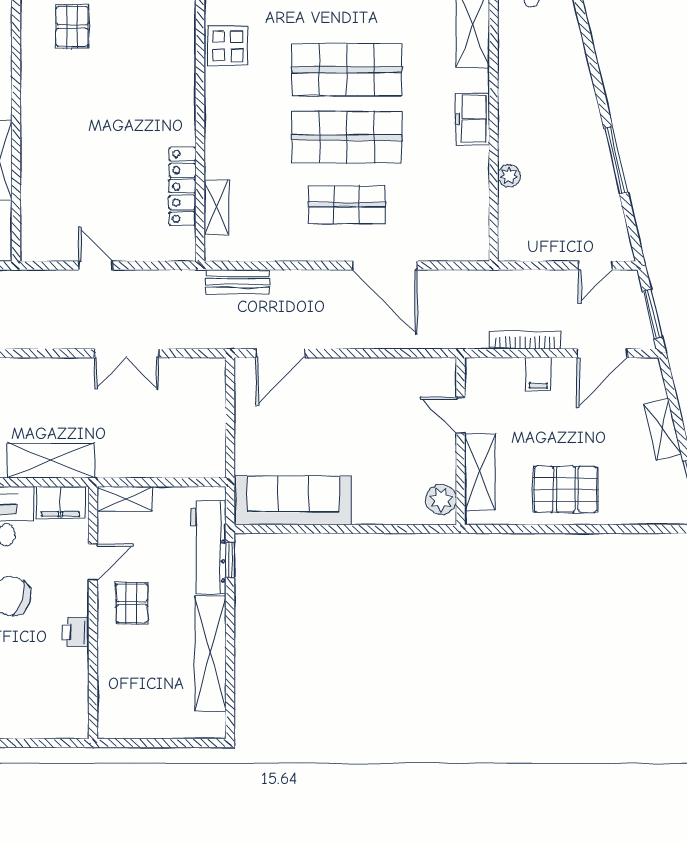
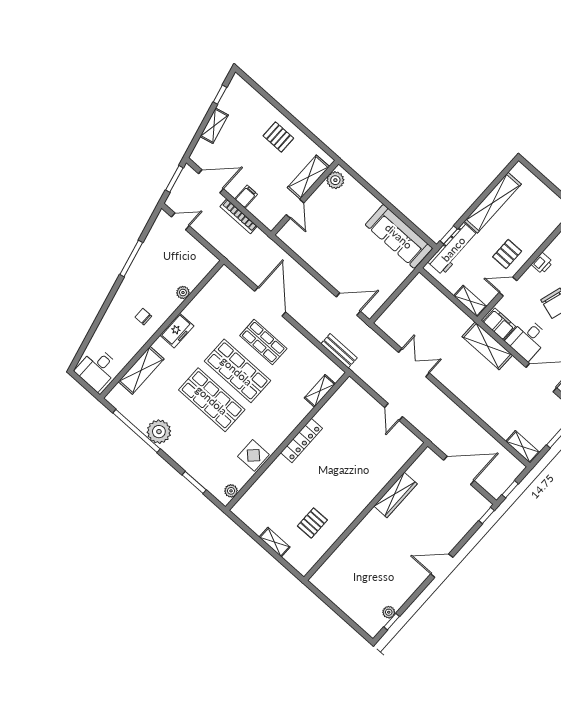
chair: (532, 98) -> (143, 317), added
locker: (182, 186) -> (301, 440), moved
pallet: (566, 489) -> (278, 137), width x0.67, depth x0.71

